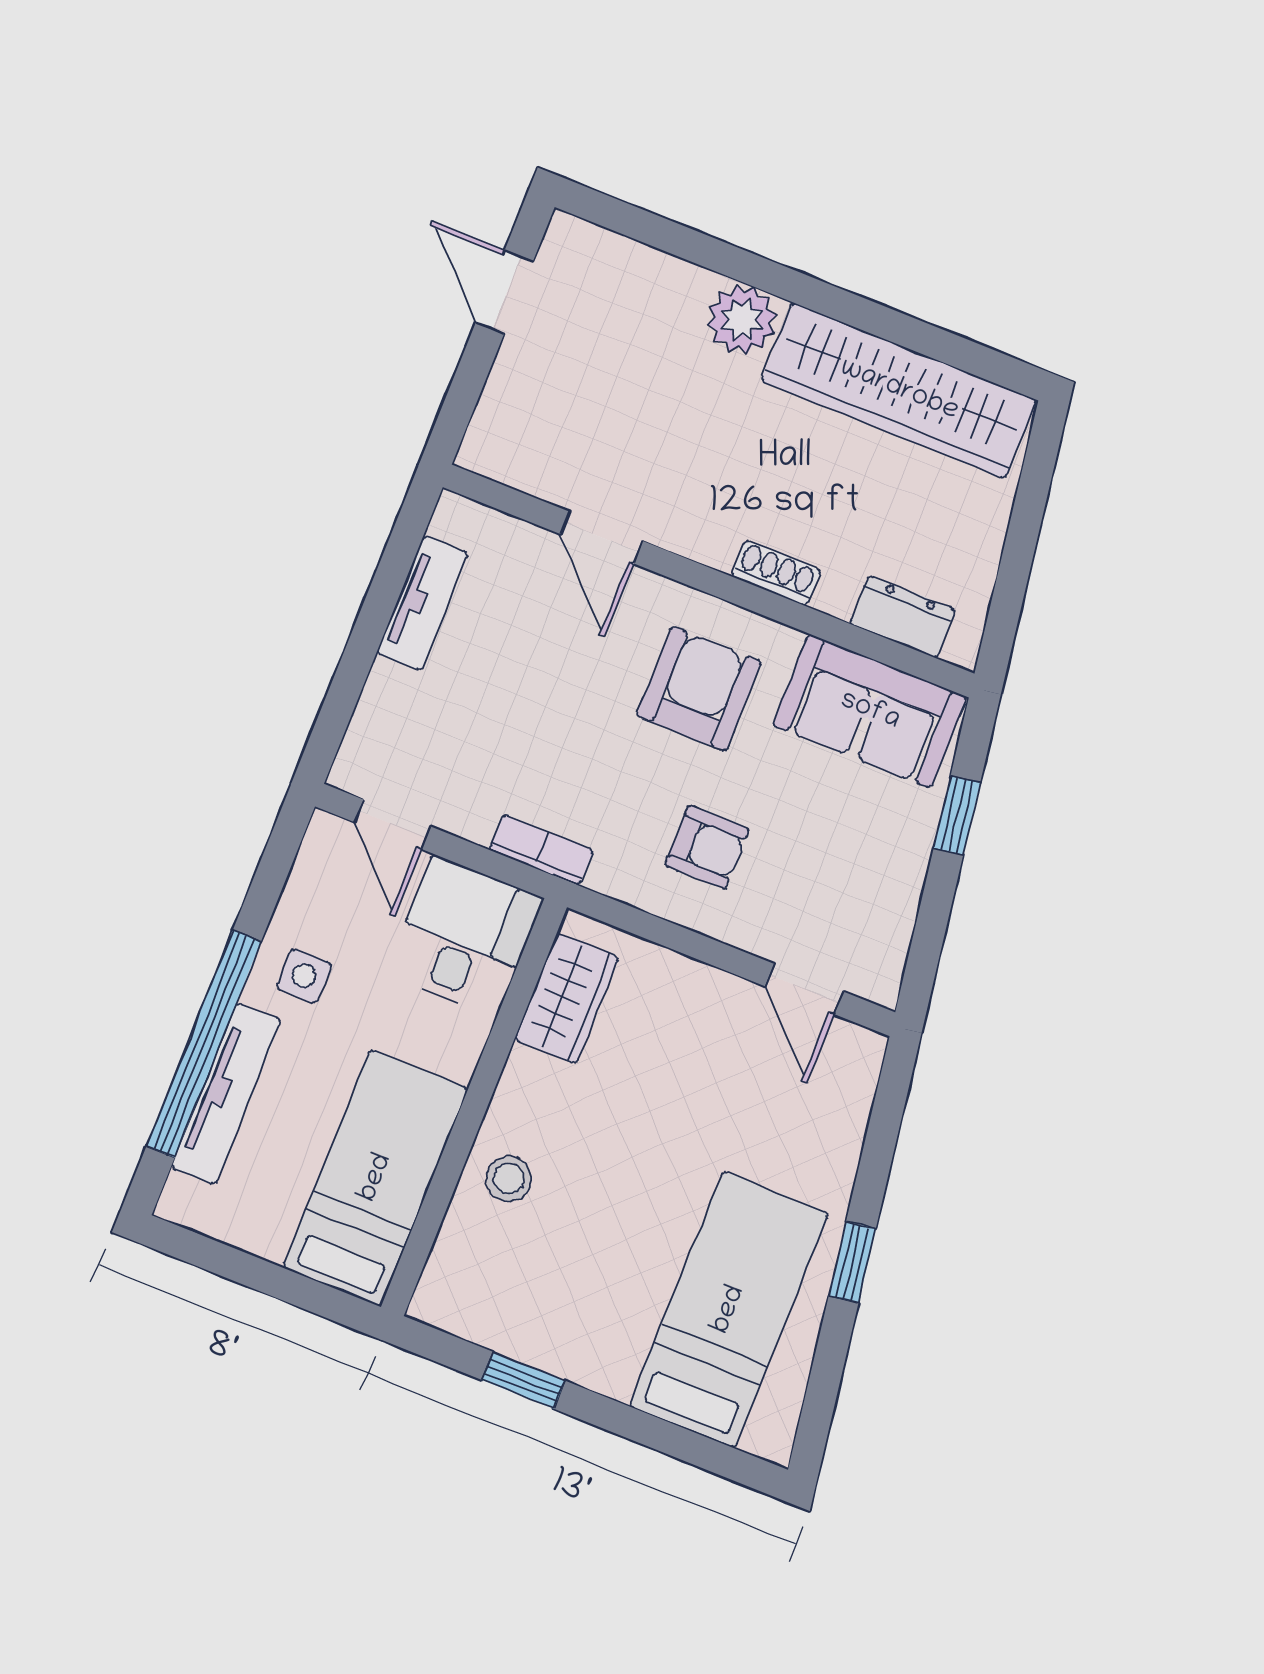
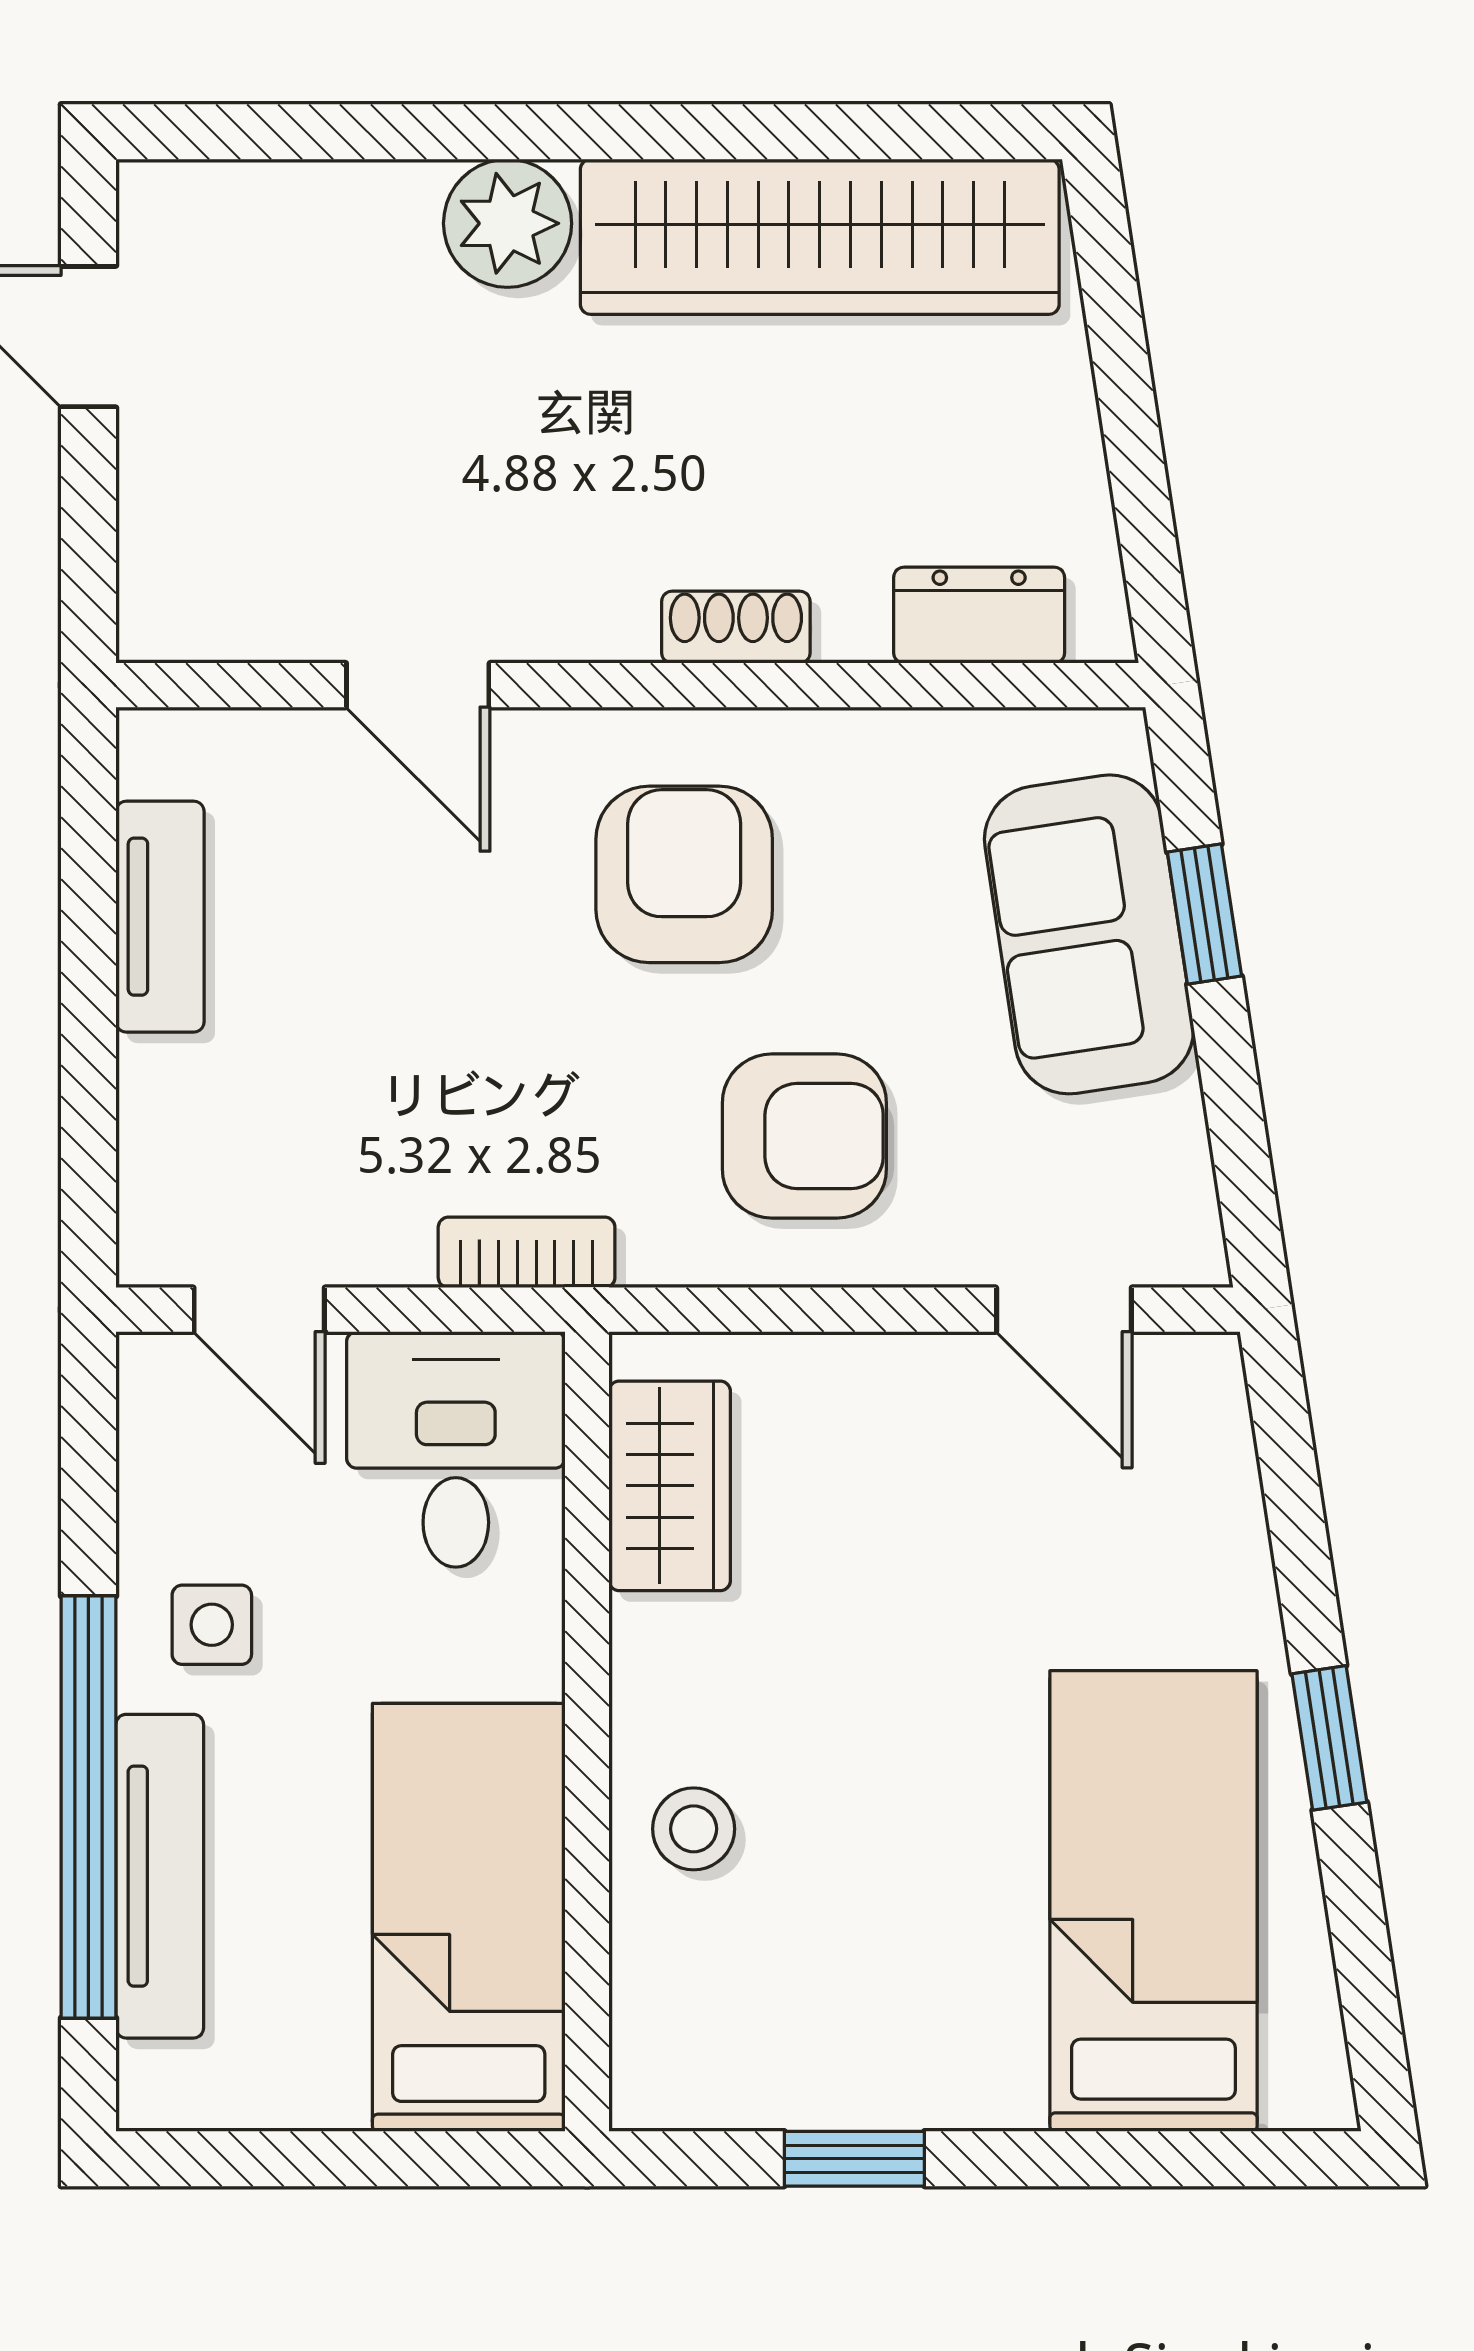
sofa: (870, 711) -> (1089, 934), moved, turned 81
armchair: (707, 847) -> (804, 1136), width x1.38, depth x1.38

